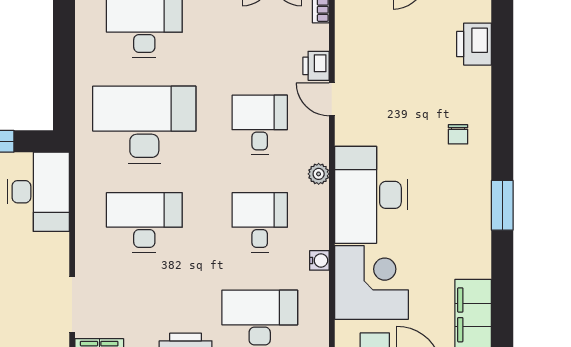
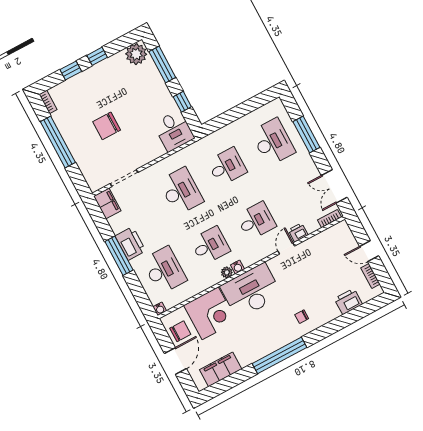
desk: (144, 125) -> (227, 167), width x0.53, depth x0.77
plant: (319, 174) -> (227, 272), moved
desk: (38, 192) -> (174, 131), width x0.73
window: (502, 205) -> (279, 355), width x2.11
water cooler: (319, 260) -> (237, 267), moved

